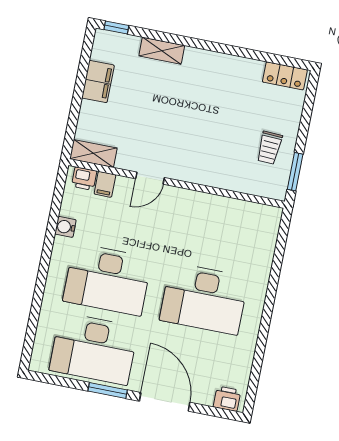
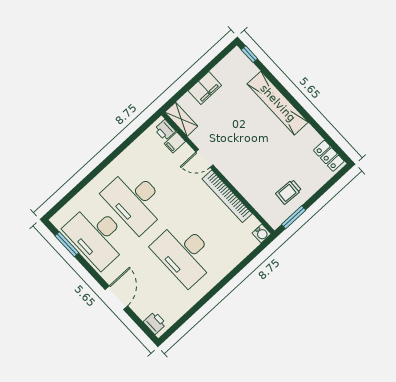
shelving: (162, 51) -> (278, 103), width x2.20, depth x1.33
filing cabinet: (98, 82) -> (205, 88), moved
bookcase: (205, 202) -> (227, 196), added
water cooler: (65, 227) -> (262, 233), moved, turned 180
window: (108, 390) -> (67, 244), moved
door: (165, 402) -> (116, 298), width x0.73

